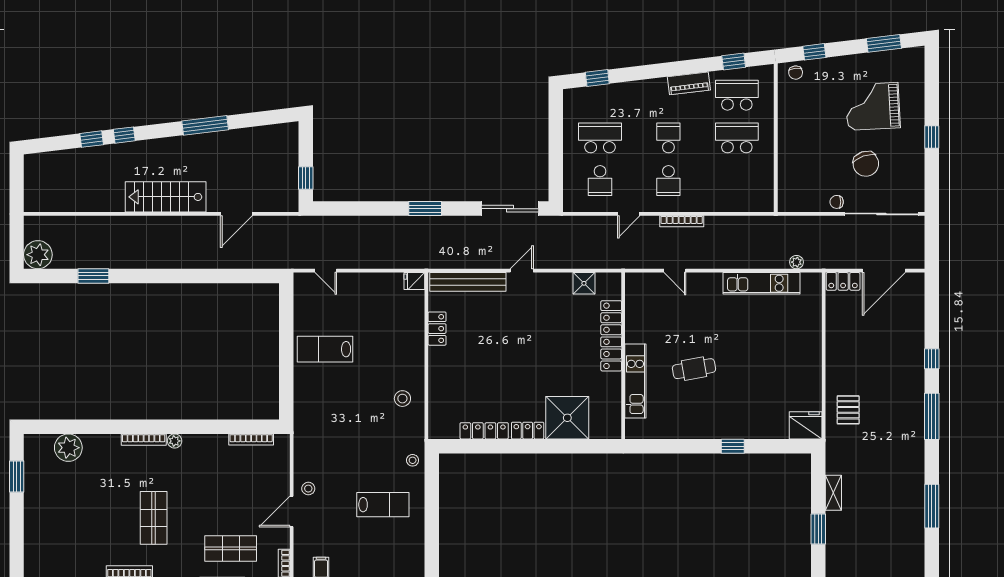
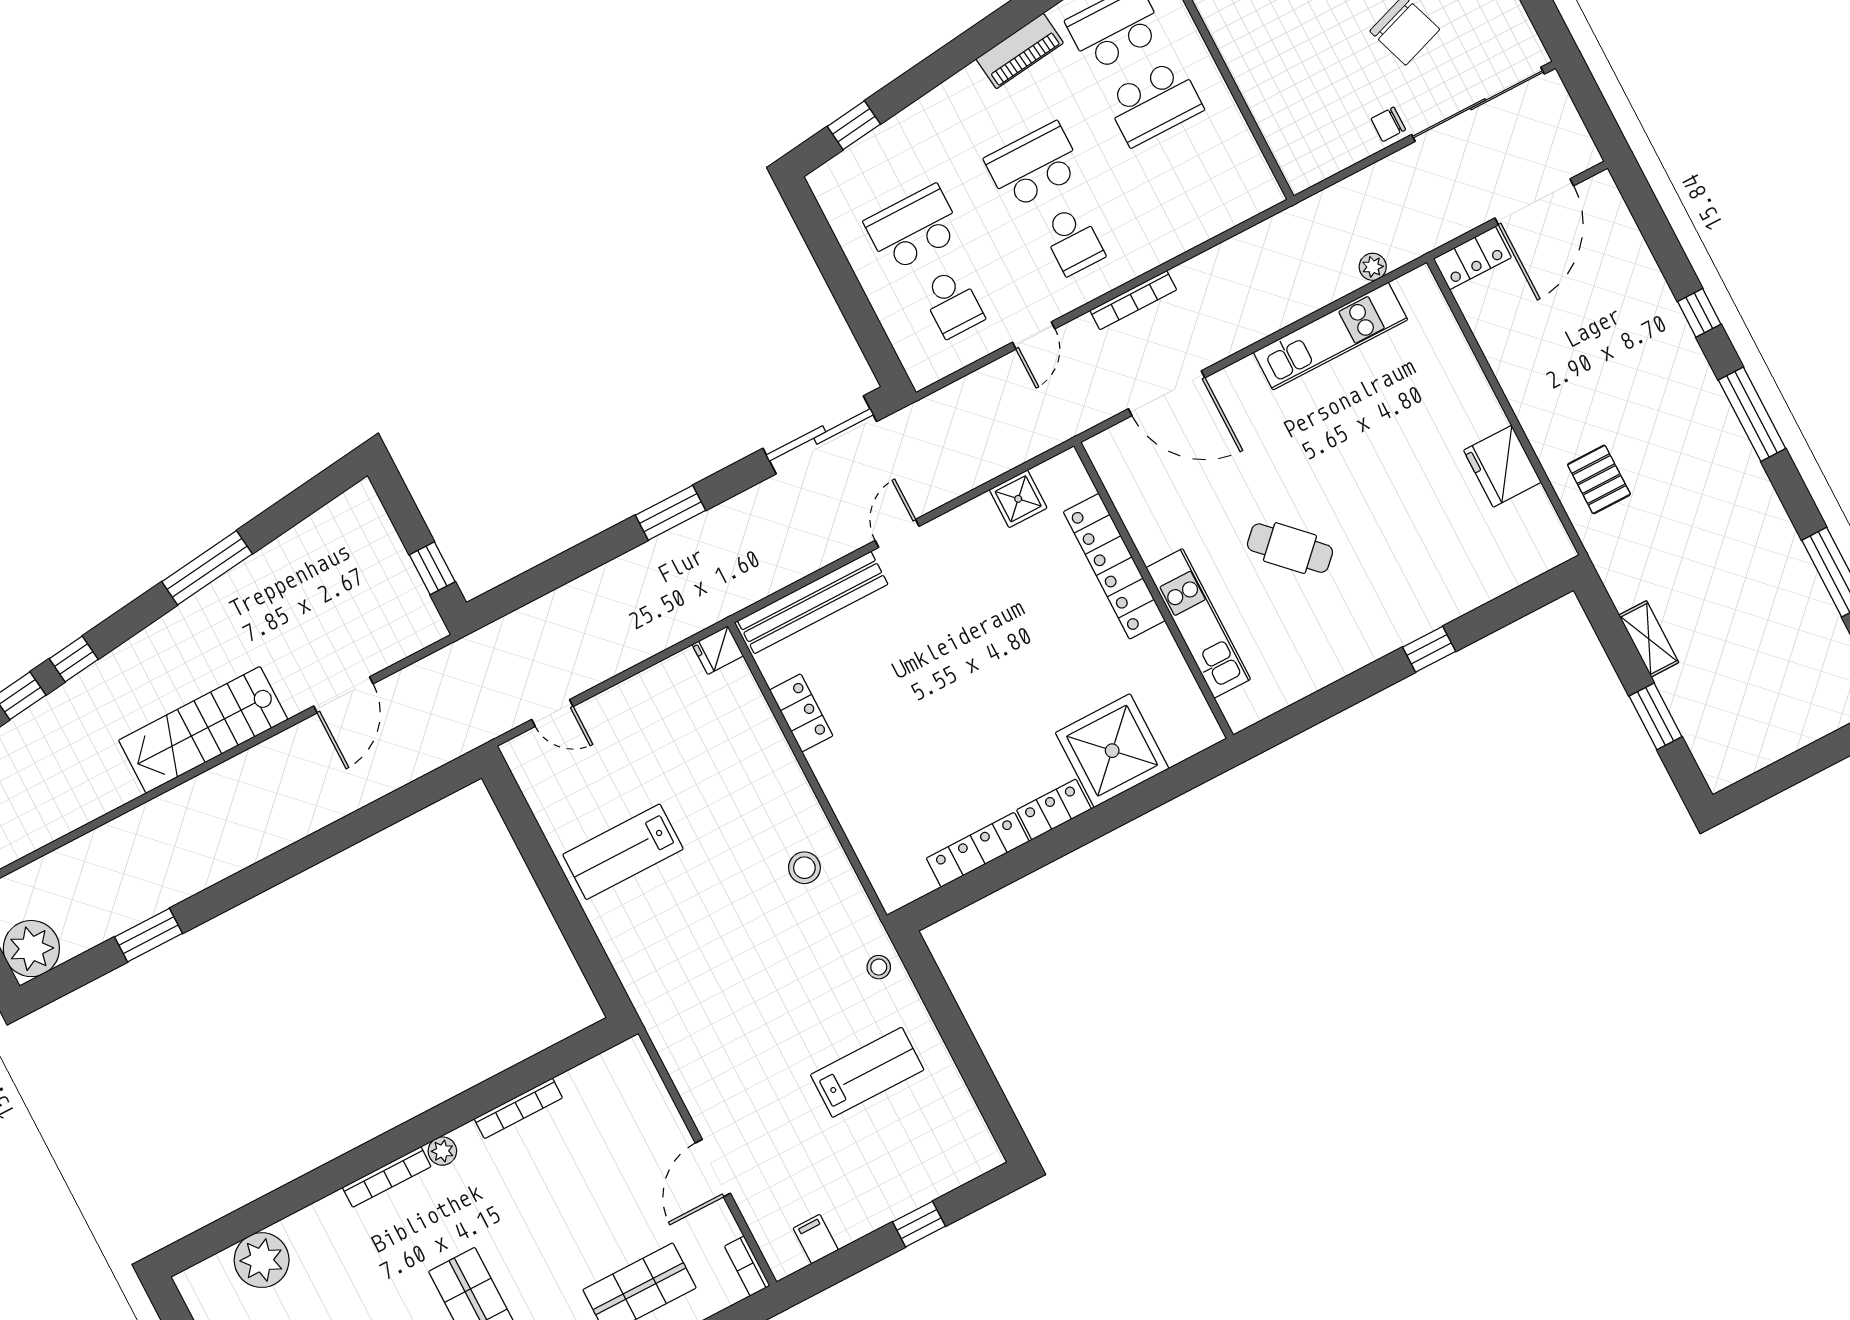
school desk: (668, 138) -> (1034, 166), width x1.85
school desk: (737, 138) -> (1154, 103), turned 180
door: (675, 271) -> (1167, 393), width x1.88
cafe table: (694, 369) -> (1290, 548), turned 55
fridge: (806, 425) -> (1502, 466), moved, turned -90
bookcase: (251, 440) -> (518, 1108), moved
stool: (308, 489) -> (721, 1112), removed

